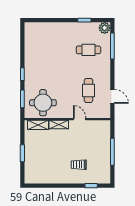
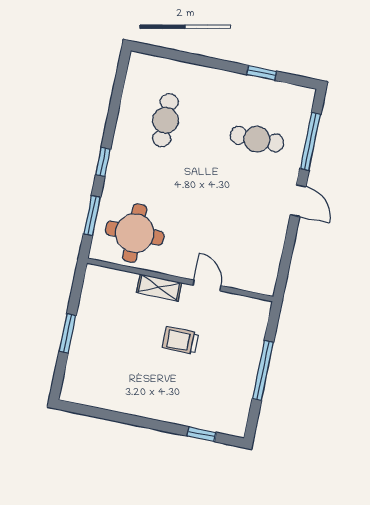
plant: (105, 28) -> (302, 99), removed
cafe table: (88, 90) -> (166, 120), moved
door: (112, 96) -> (298, 201), moved
shelving: (38, 125) -> (114, 279), removed
trolley: (79, 165) -> (181, 341), moved

